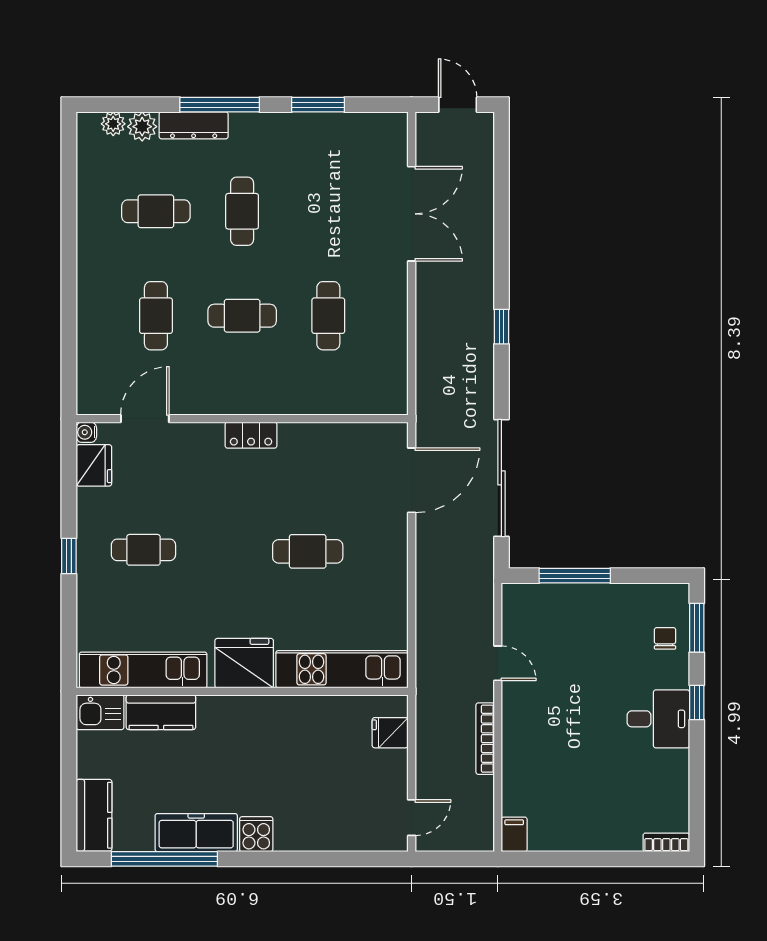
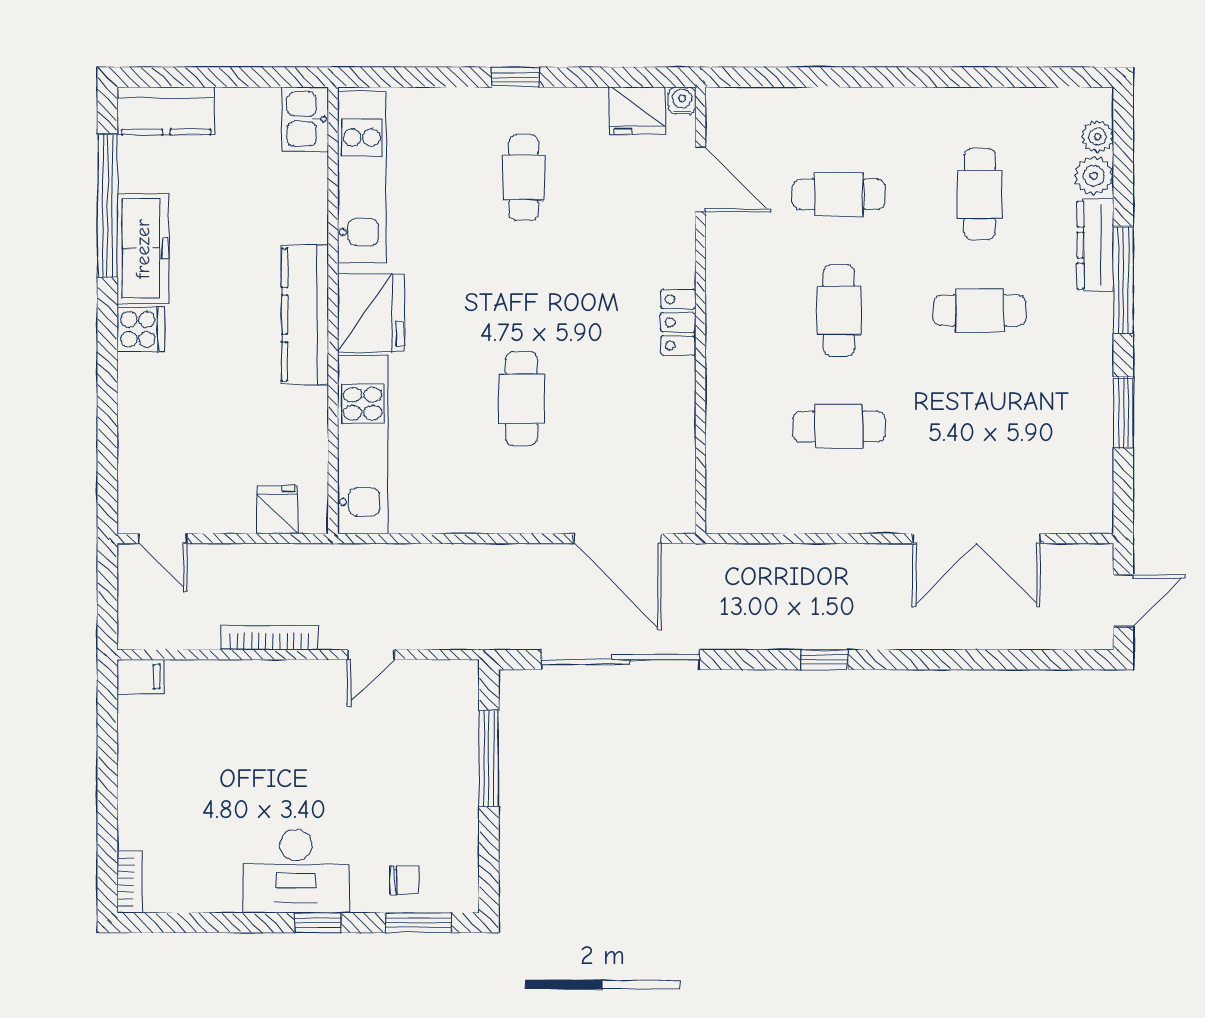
kitchen counter: (161, 712) -> (305, 315), moved, width x1.50
desk: (658, 719) -> (296, 871), width x1.37

